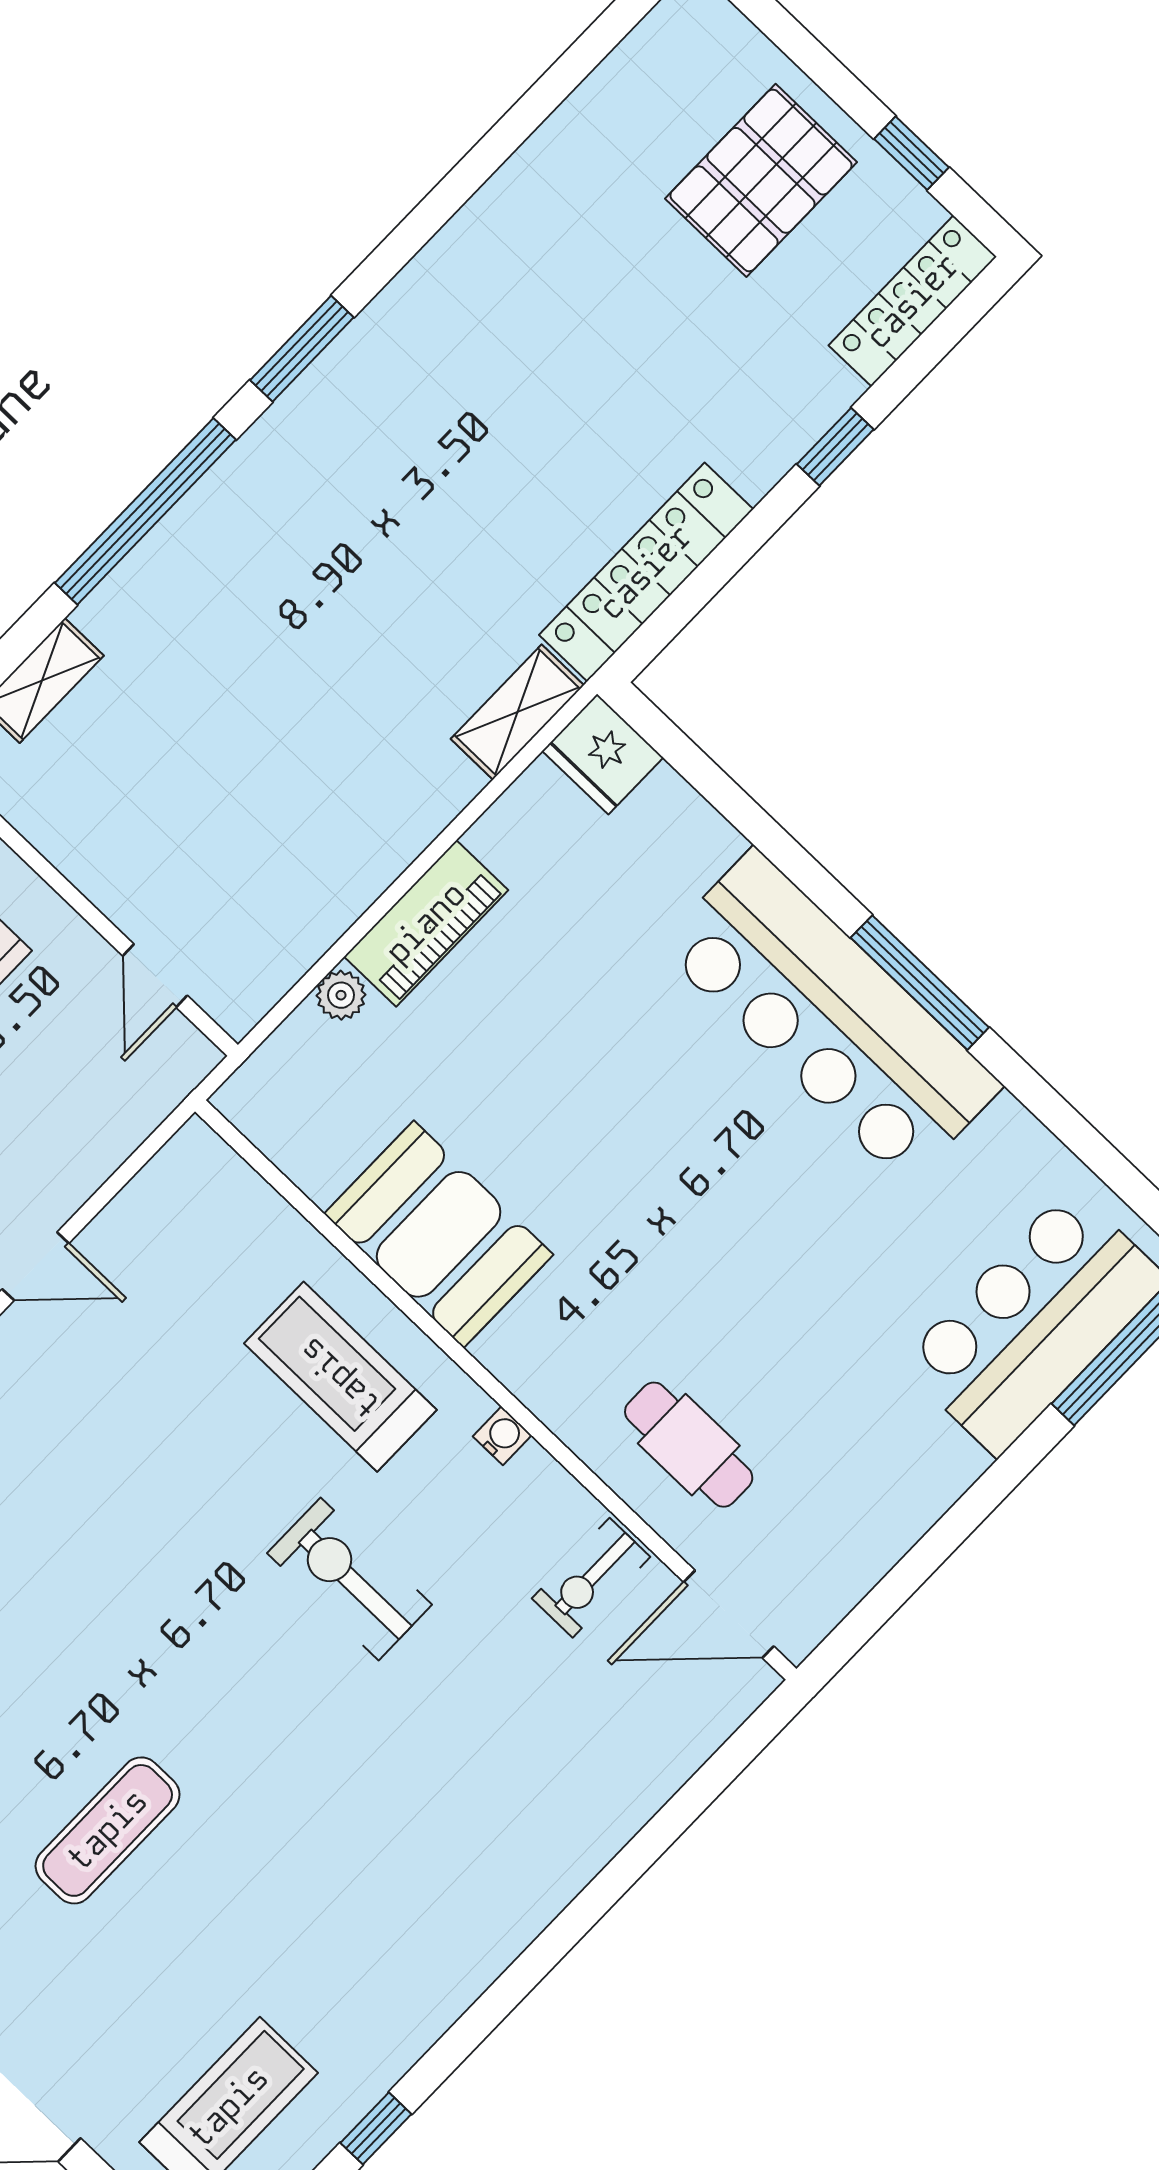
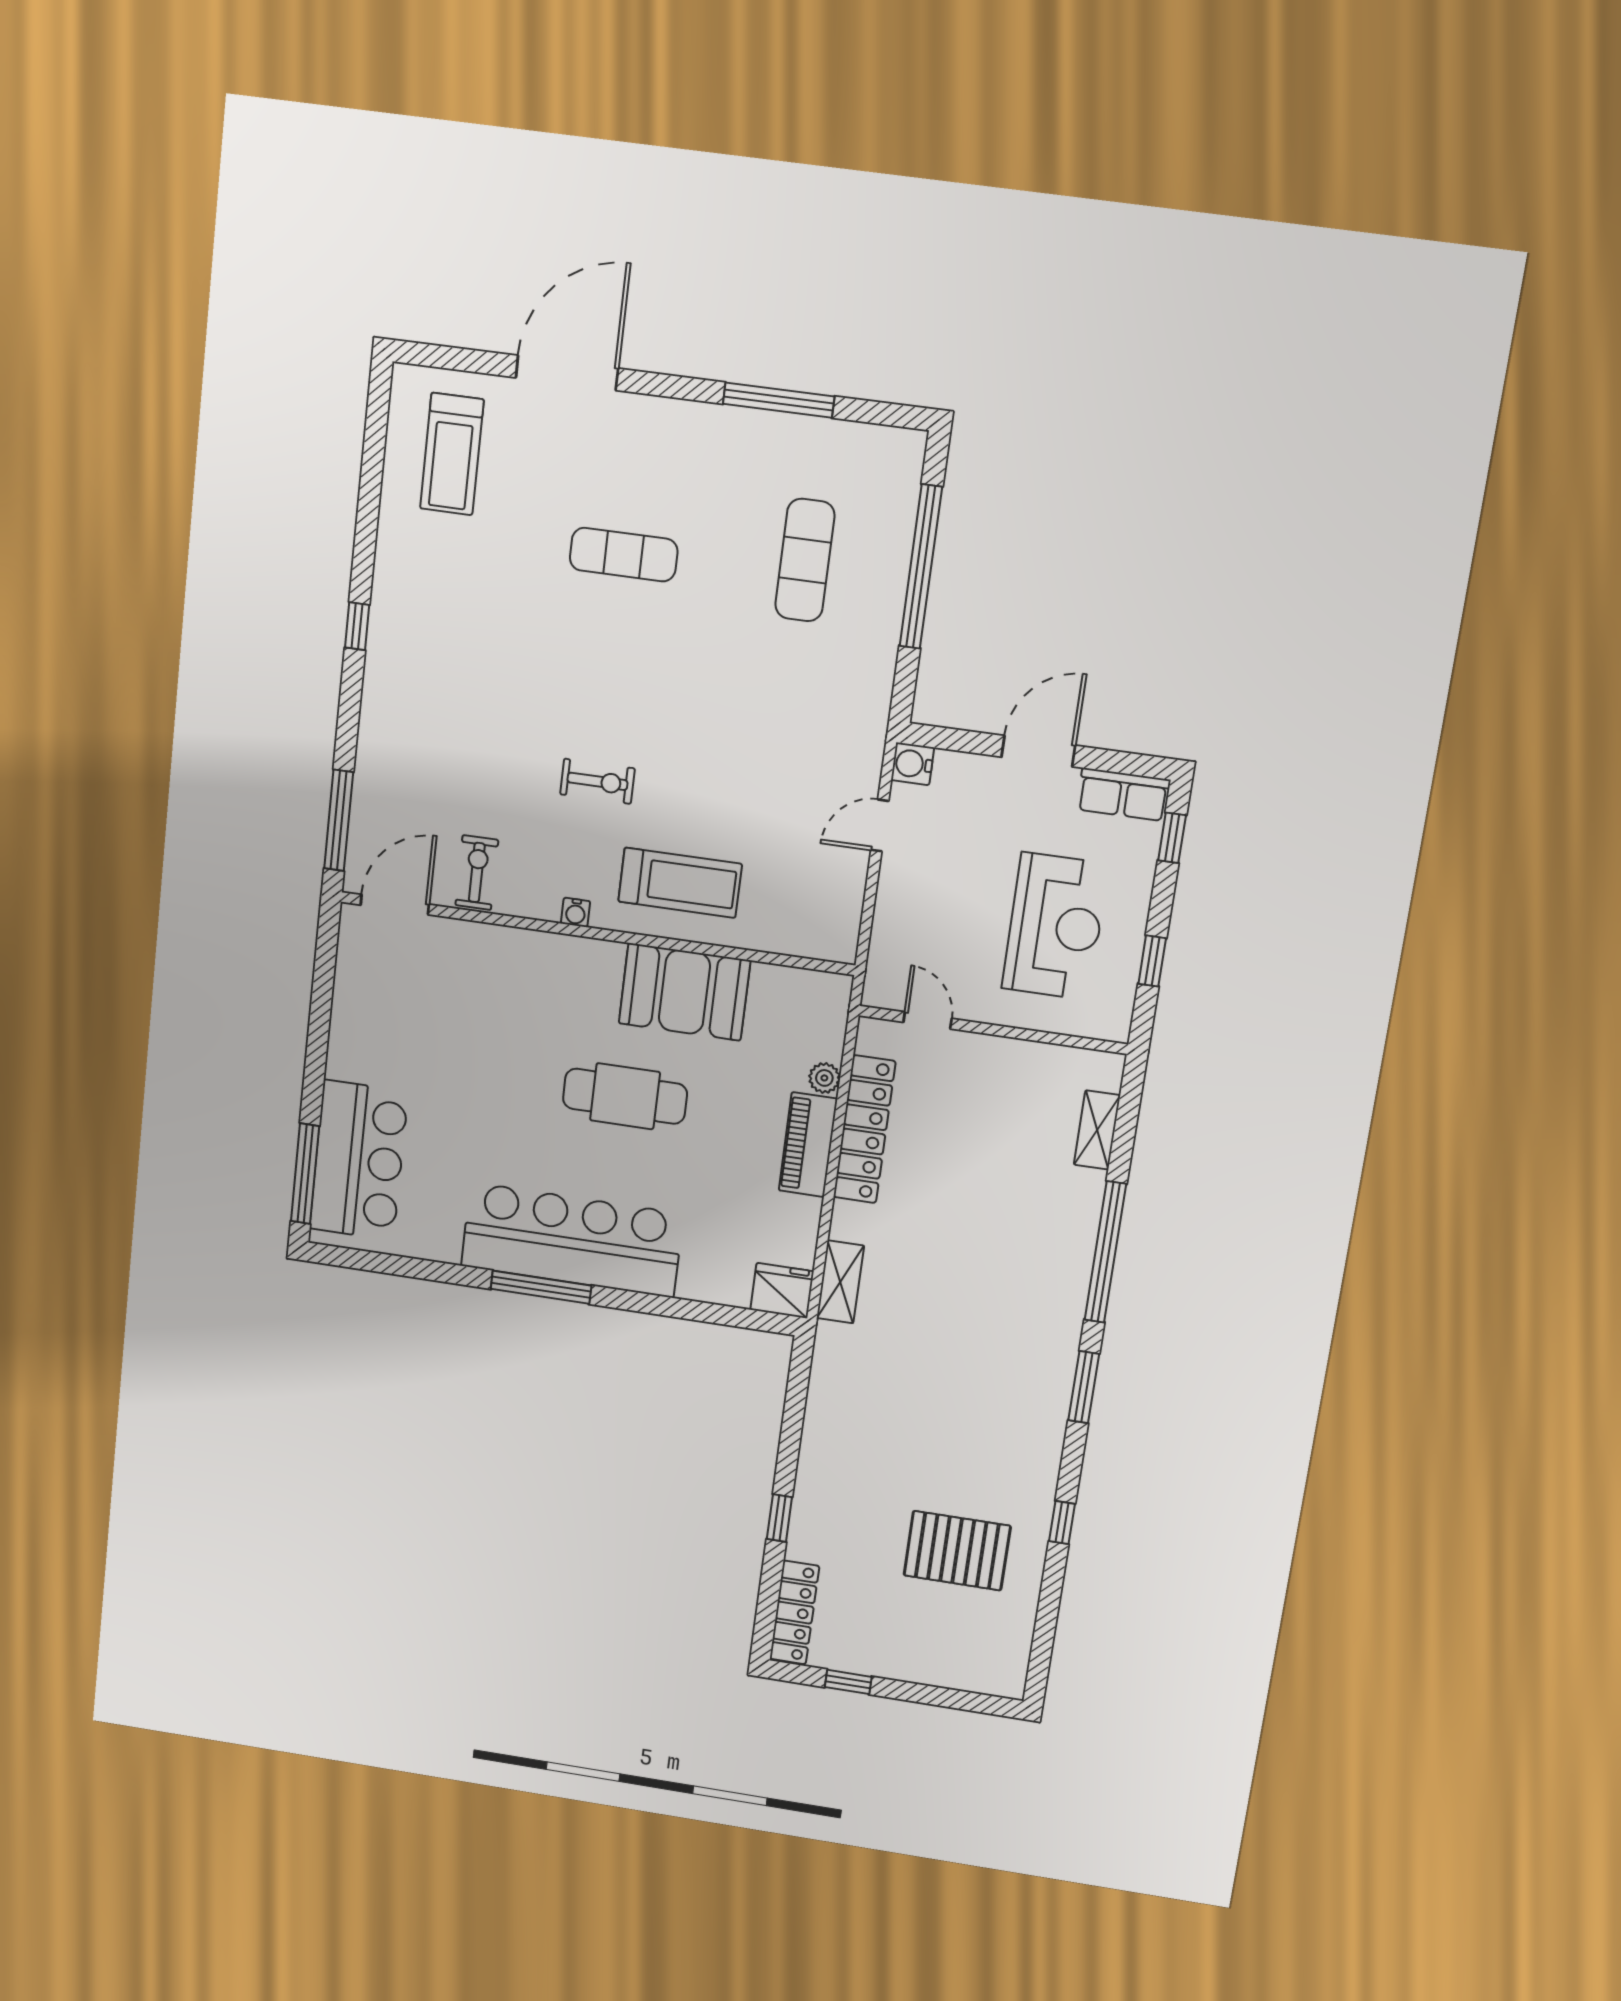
pallet: (761, 180) -> (957, 1551), moved, turned 90
window: (463, 182) -> (1062, 1523), added
locker: (646, 572) -> (864, 1129), moved
cafe table: (689, 1445) -> (625, 1096), moved, width x1.37, depth x1.35
exercise bike: (350, 1579) -> (598, 781), width x0.73, depth x0.72
window: (719, 1772) -> (339, 820), added
exercise mat: (108, 1830) -> (624, 555), turned 90
window: (376, 2128) -> (357, 626), moved

